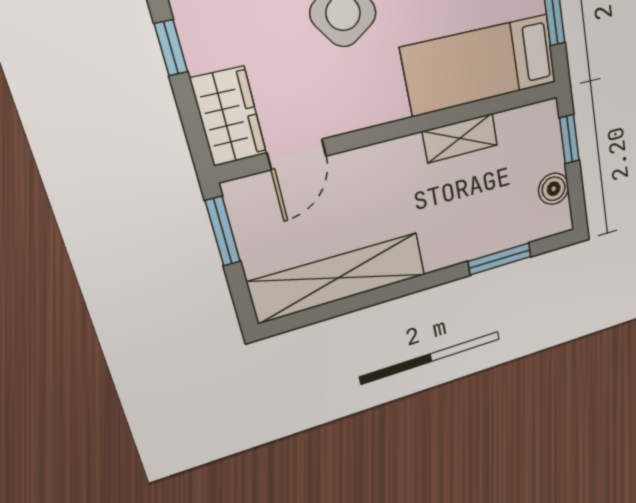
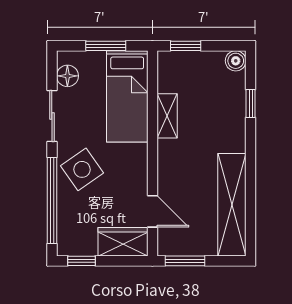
boiler: (554, 189) -> (236, 61), moved
window: (500, 259) -> (251, 103), width x0.67

